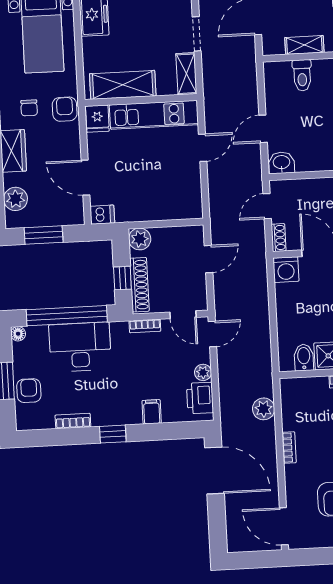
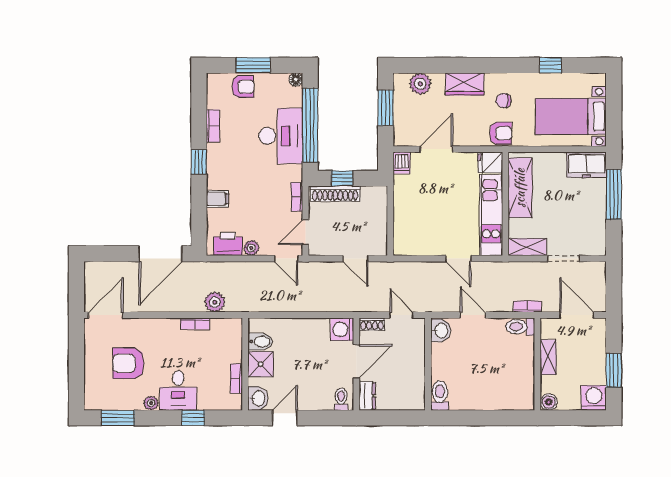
bookcase: (251, 70) -> (527, 307), added
toilet: (302, 75) -> (520, 327), moved
plant: (140, 239) -> (377, 196), removed
bookcase: (289, 447) -> (195, 324), moved

